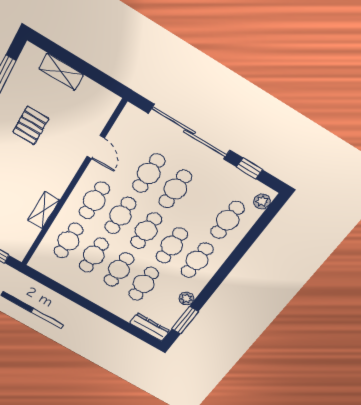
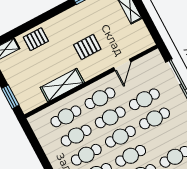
pallet: (31, 125) -> (87, 47), moved
shelving: (44, 210) -> (62, 85), width x1.50, depth x1.33

